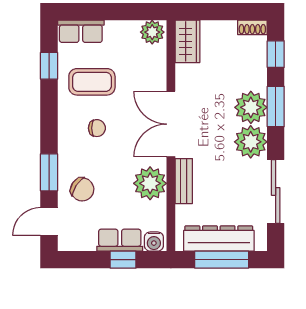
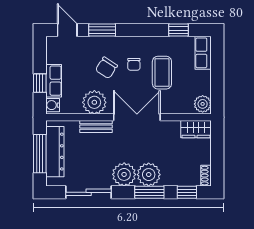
coffee table: (92, 82) -> (162, 73), moved
chair: (82, 189) -> (106, 68), moved

